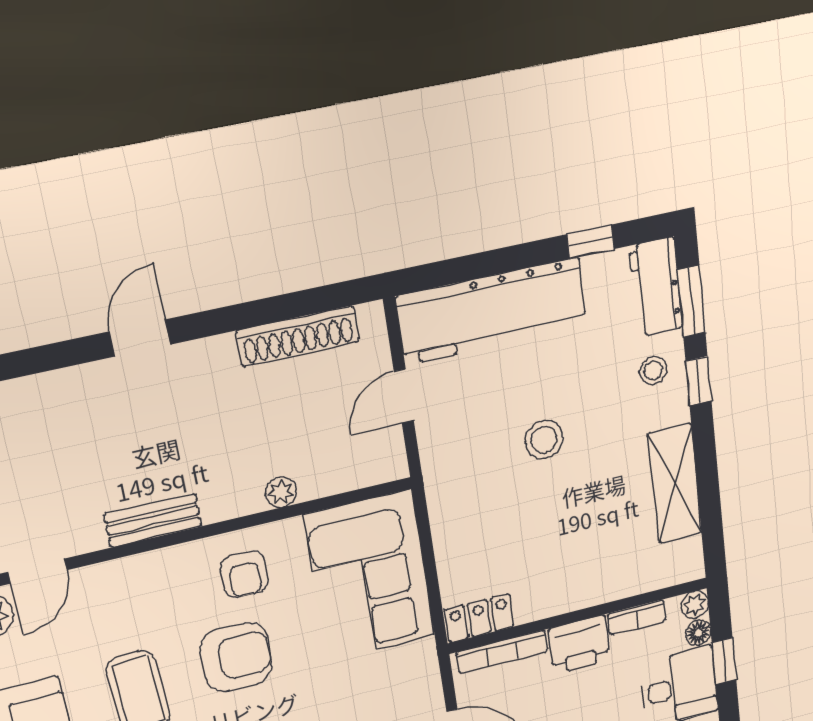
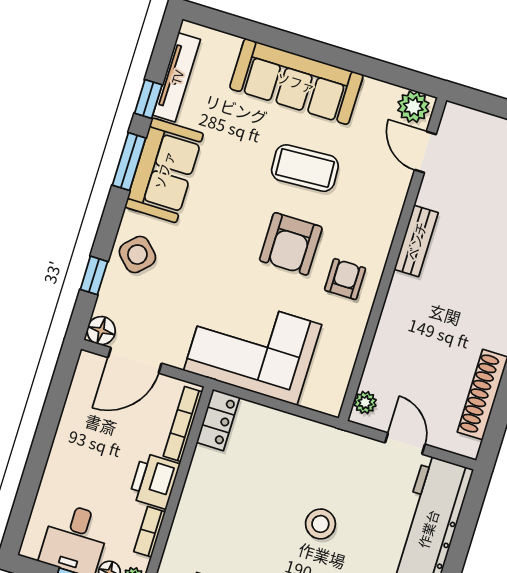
plant: (281, 492) -> (365, 402), moved
armchair: (244, 575) -> (345, 279), turned 90
corner sofa: (370, 576) -> (253, 348), moved

